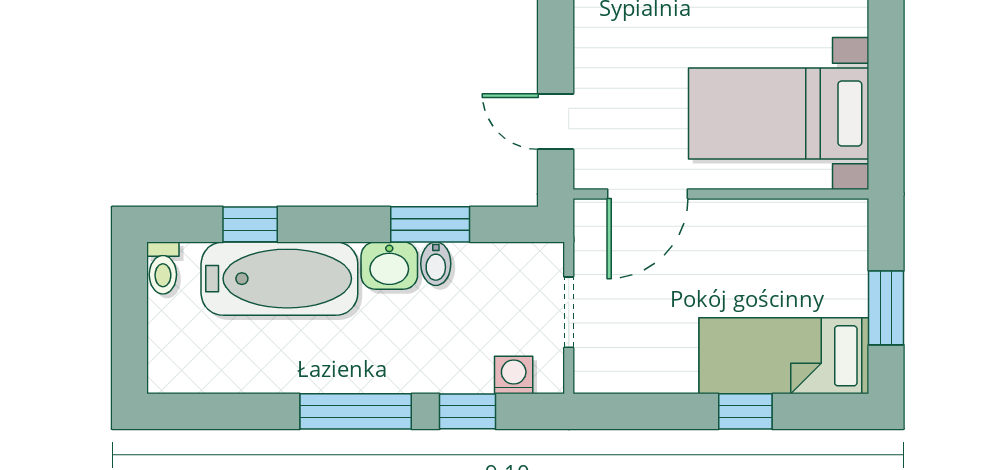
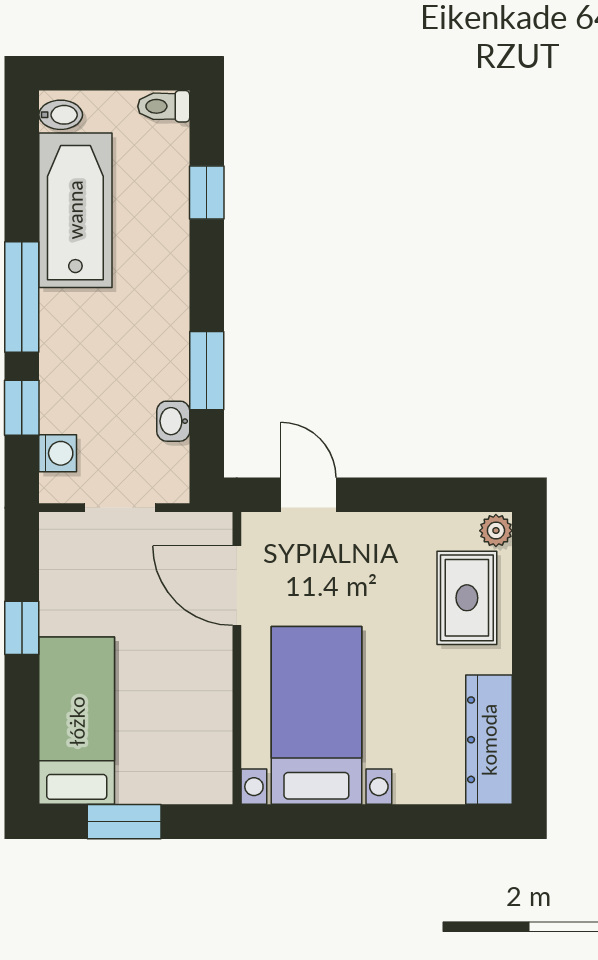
door: (556, 122) -> (308, 495), hinge flipped
bidet: (436, 264) -> (61, 115), moved, turned 180
washbasin: (389, 266) -> (173, 421), moved, width x0.72, depth x0.69
bathtub: (279, 279) -> (75, 210), moved, turned 180
window: (745, 411) -> (22, 628), moved

